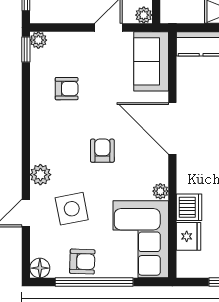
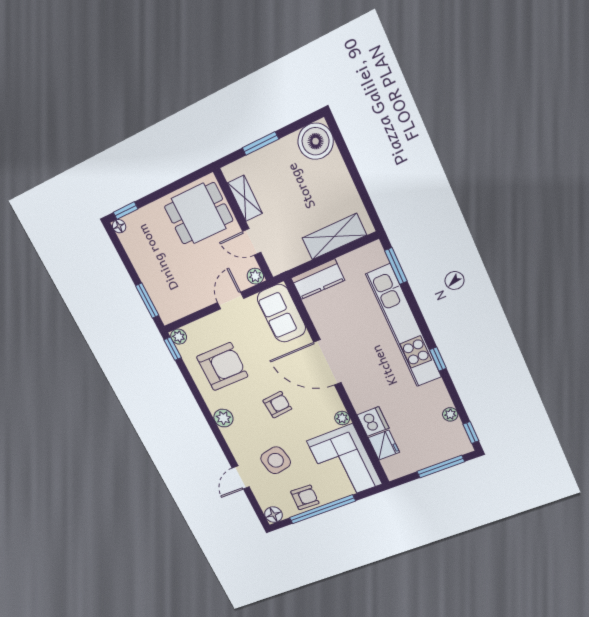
armchair: (67, 89) -> (222, 367), width x1.88, depth x1.88
armchair: (102, 151) -> (277, 405), turned 85
plant: (40, 175) -> (223, 418), moved

